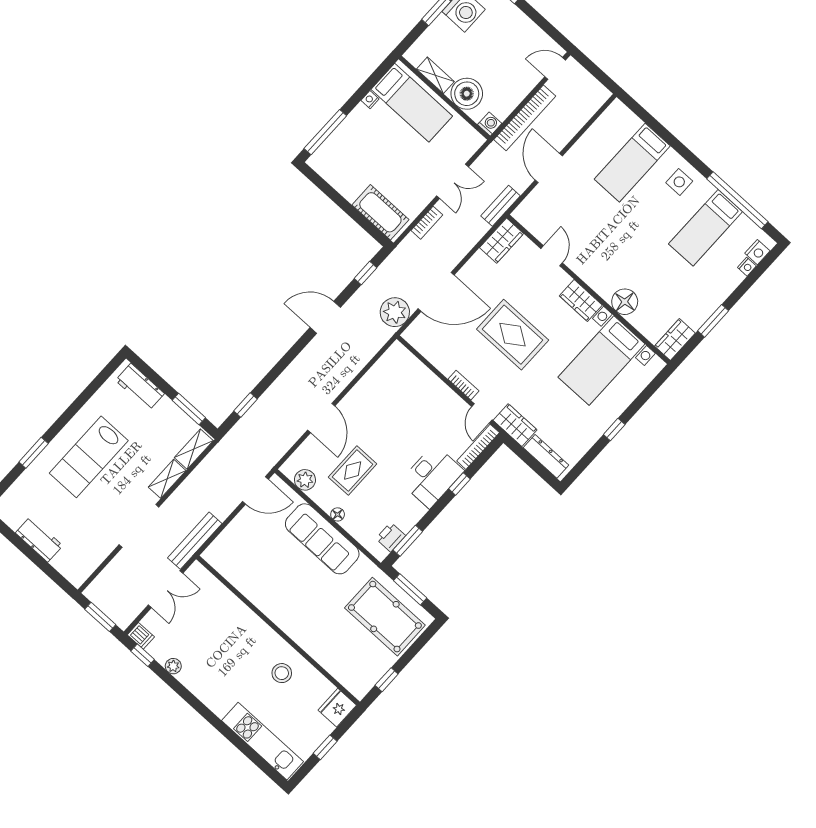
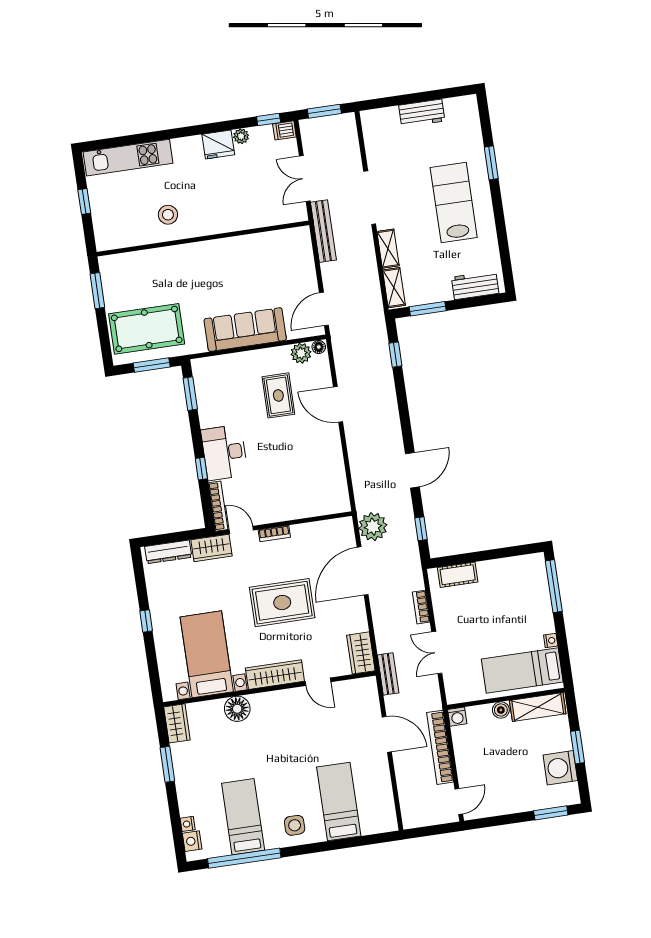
shelving: (435, 75) -> (538, 707), width x1.50, depth x1.33
boiler: (467, 94) -> (501, 710), width x0.54, depth x0.54
cot: (380, 212) -> (458, 575), width x0.73, depth x0.75
wardrobe: (581, 300) -> (275, 675), width x1.50
floor lamp: (338, 514) -> (319, 347), moved
printer: (391, 537) -> (204, 383), removed
window: (387, 680) -> (97, 291), width x1.50
fridge: (337, 708) -> (218, 145), moved, turned 90

